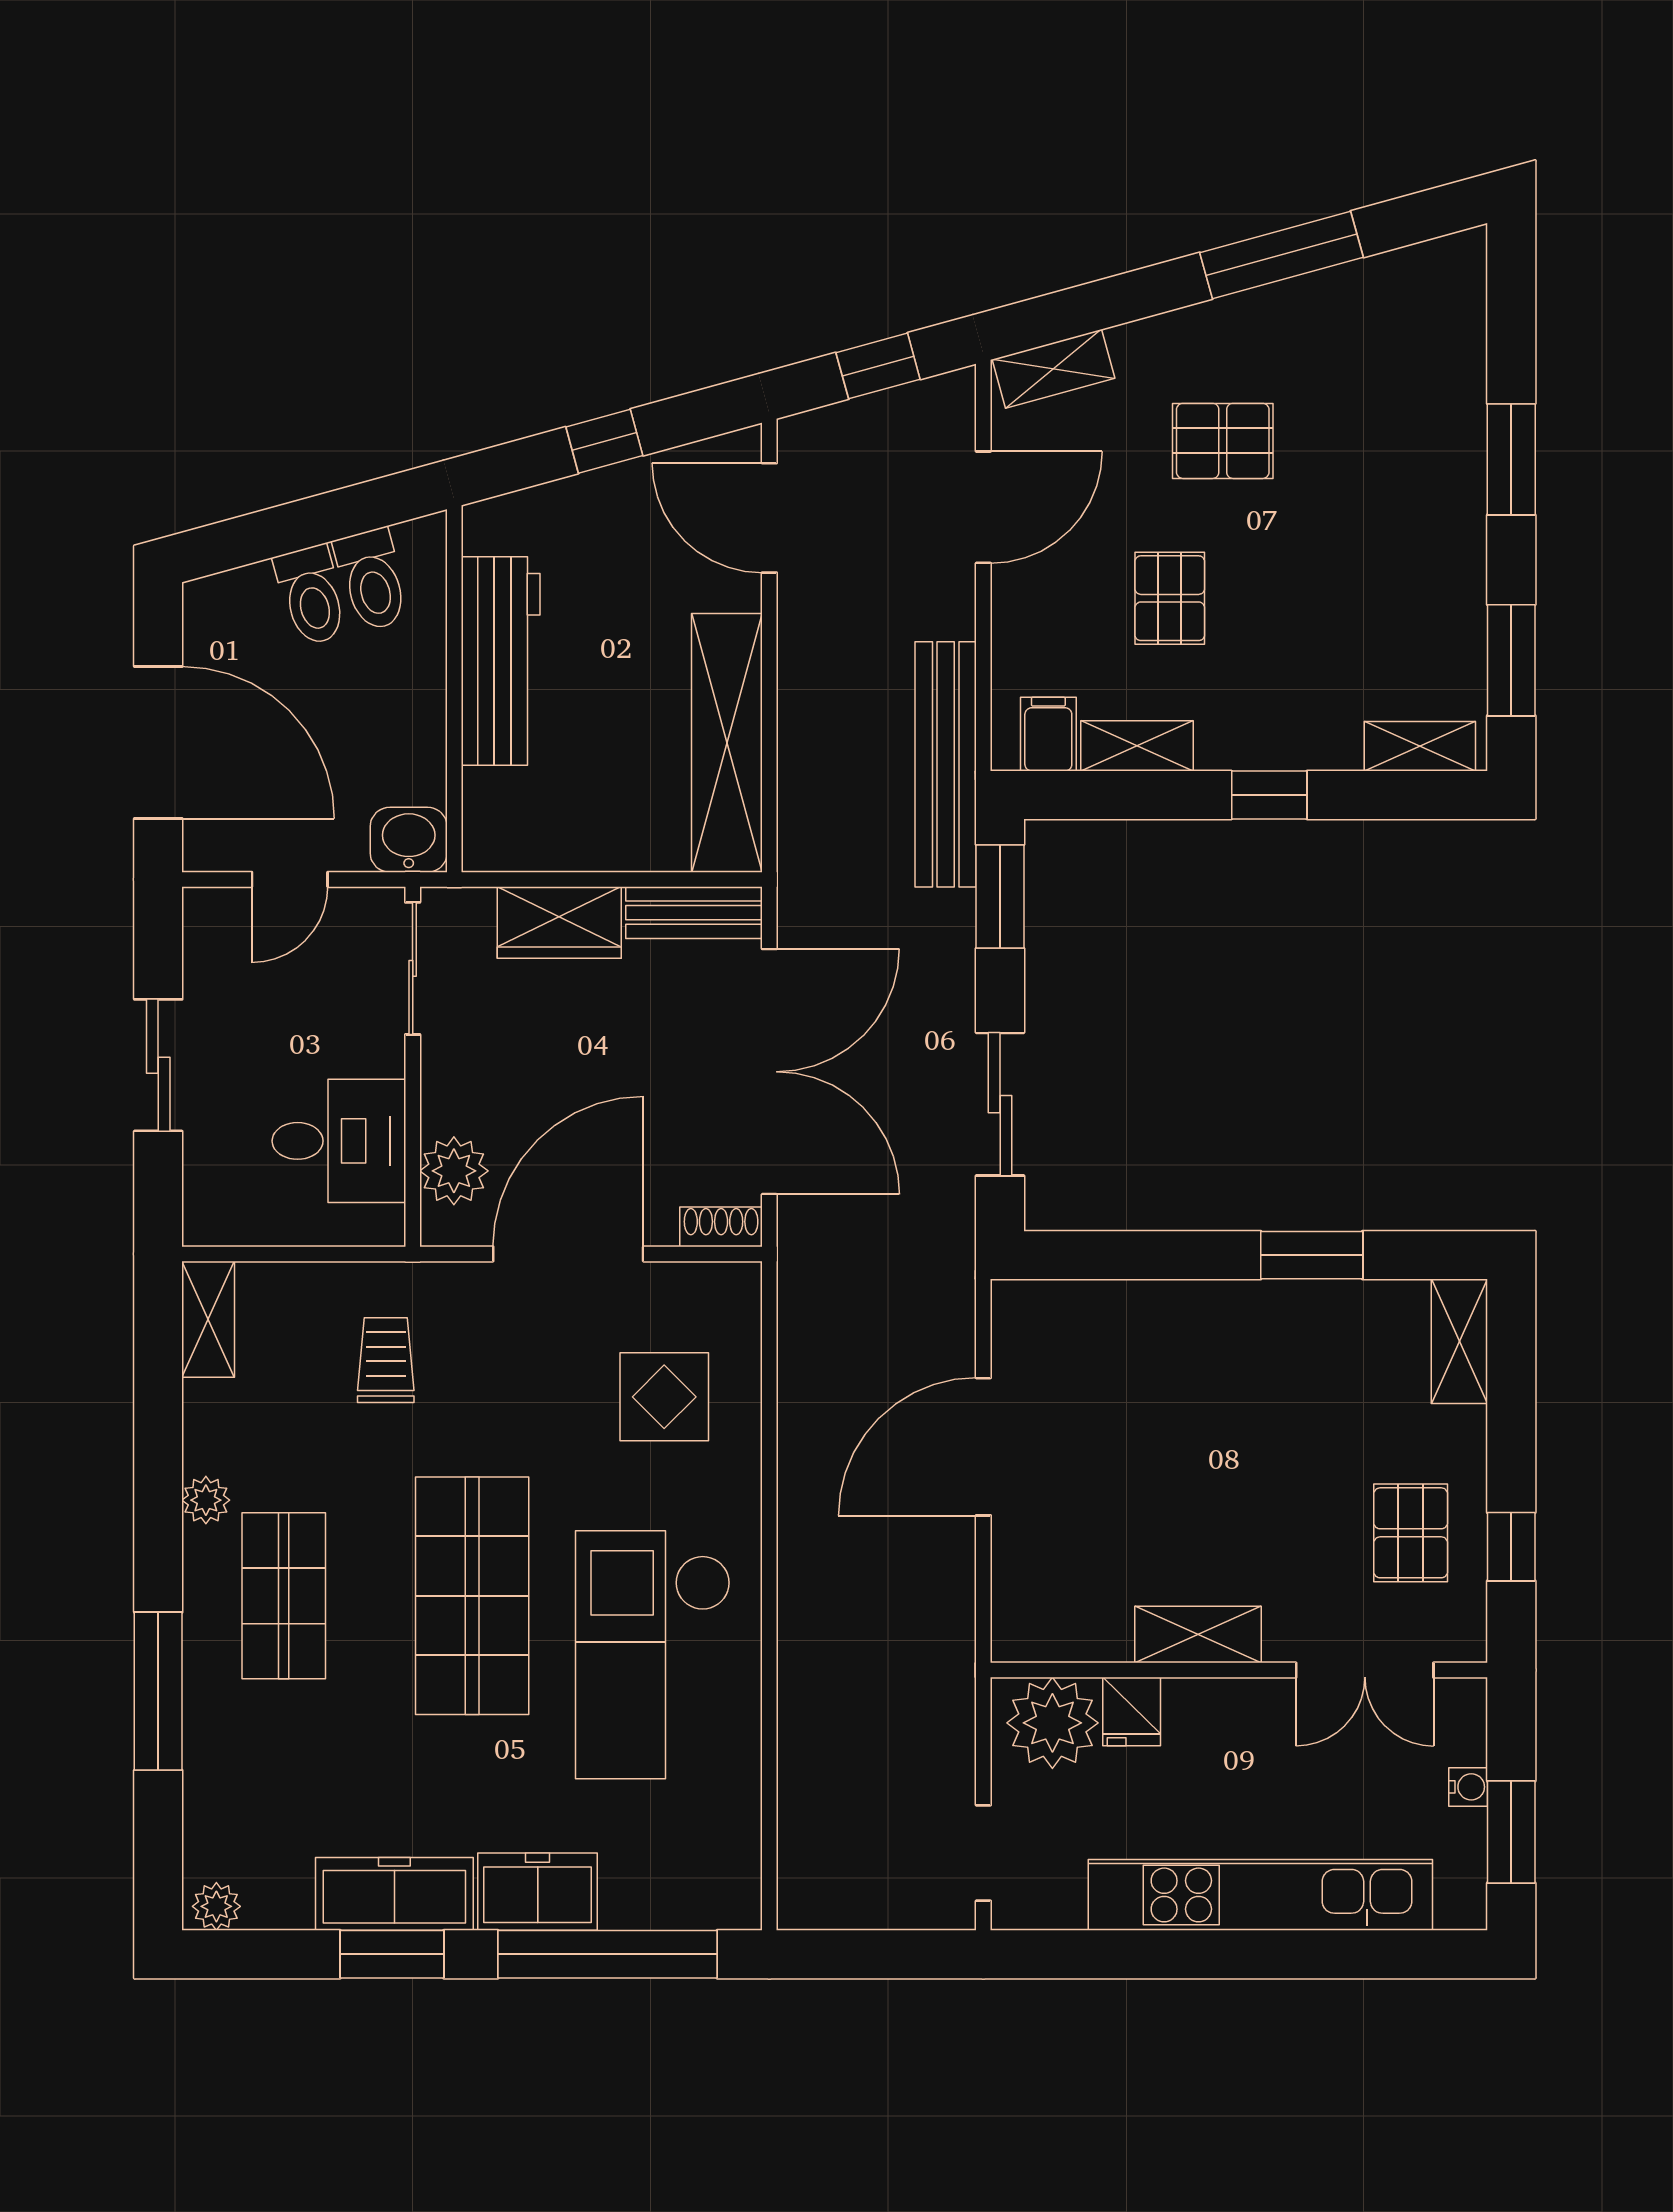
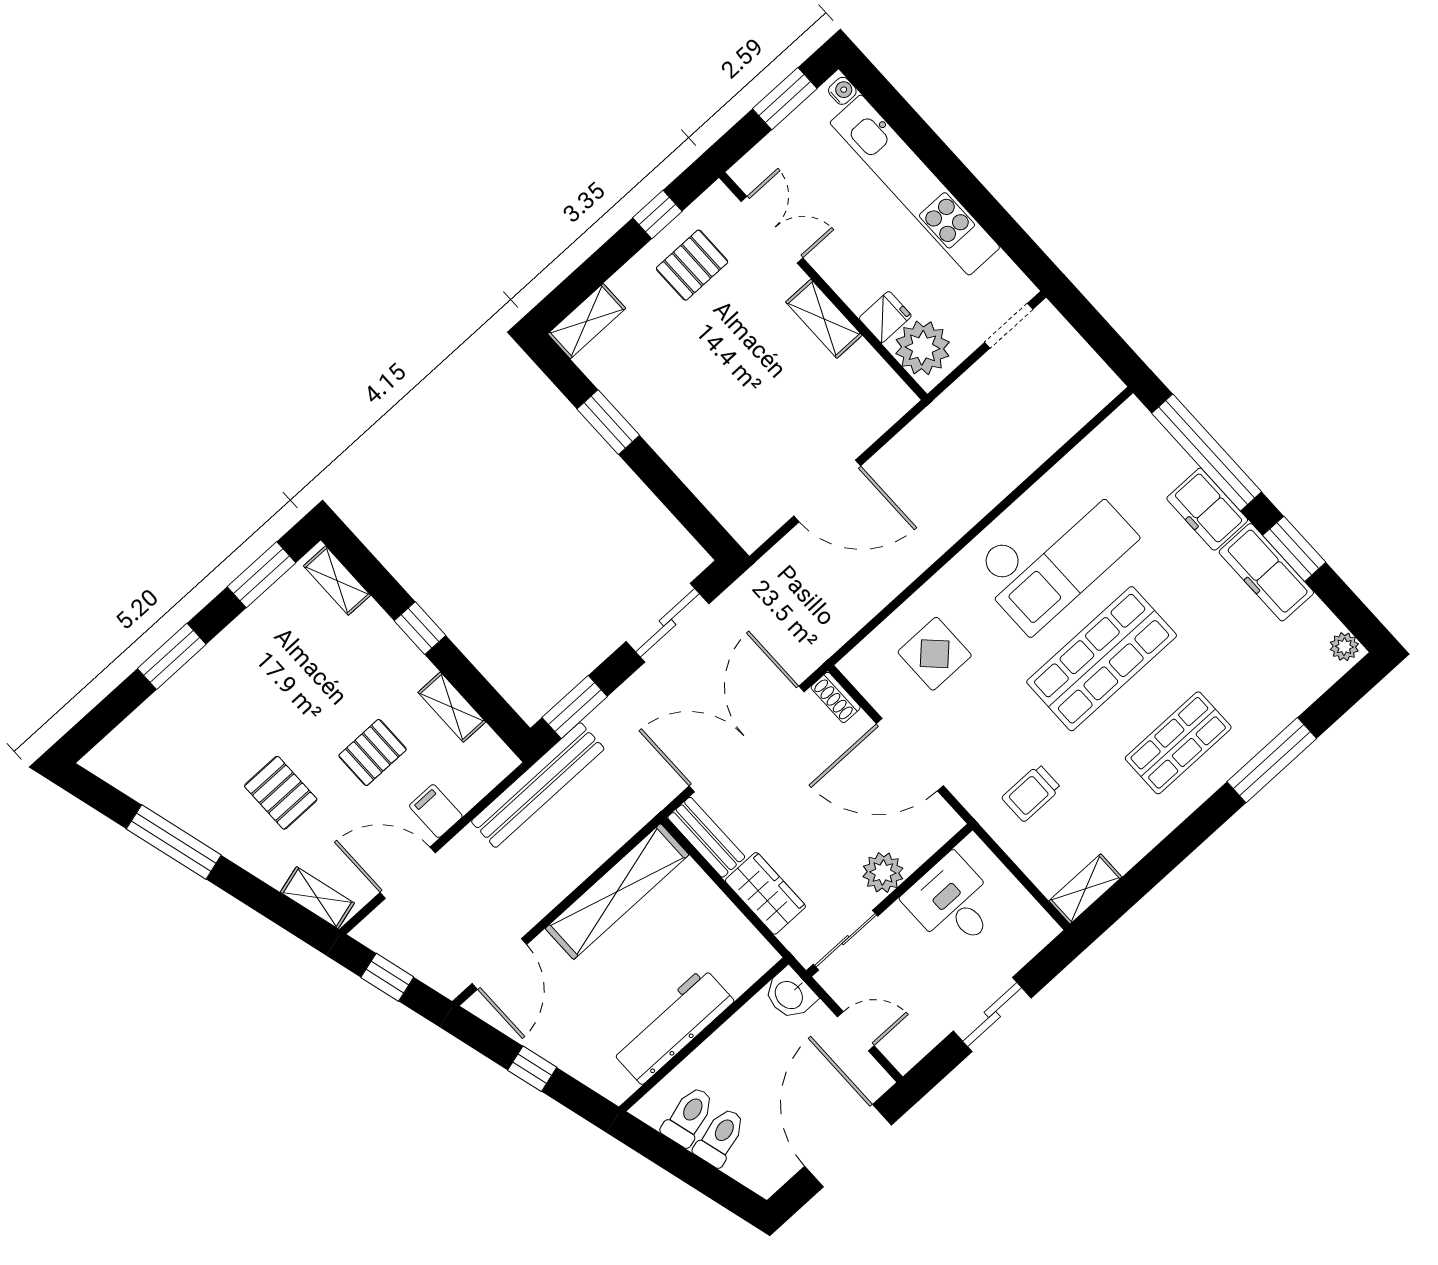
filing cabinet: (1048, 734) -> (436, 811), moved, turned 90
plant: (454, 1171) -> (883, 872), moved
plant: (206, 1500) -> (1167, 816), removed
water cooler: (1468, 1787) -> (842, 91), moved, turned 90

